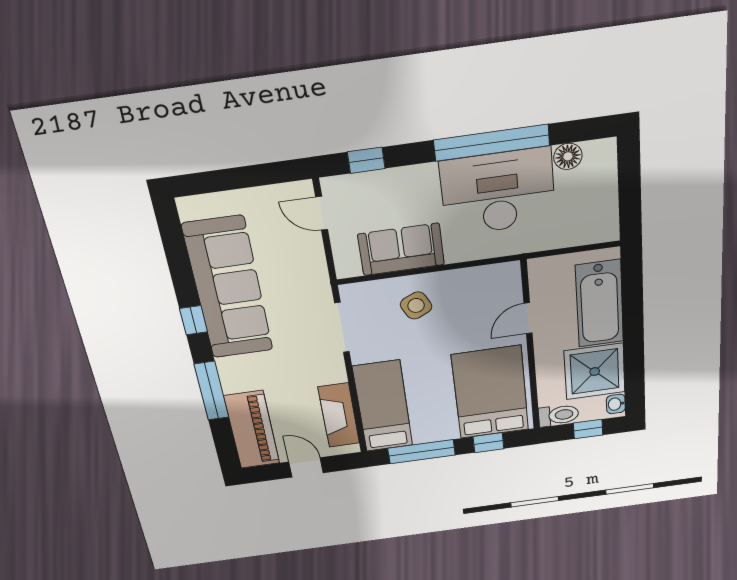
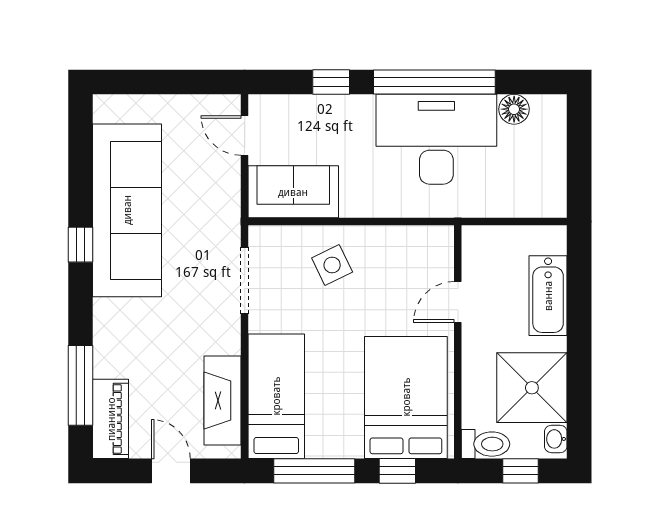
window: (366, 160) -> (331, 82), moved
sofa: (401, 249) -> (293, 192), moved
bathtub: (600, 304) -> (548, 296), width x0.73, depth x0.73
window: (212, 391) -> (81, 385), moved
piano: (252, 430) -> (111, 419), width x0.73, depth x0.75

